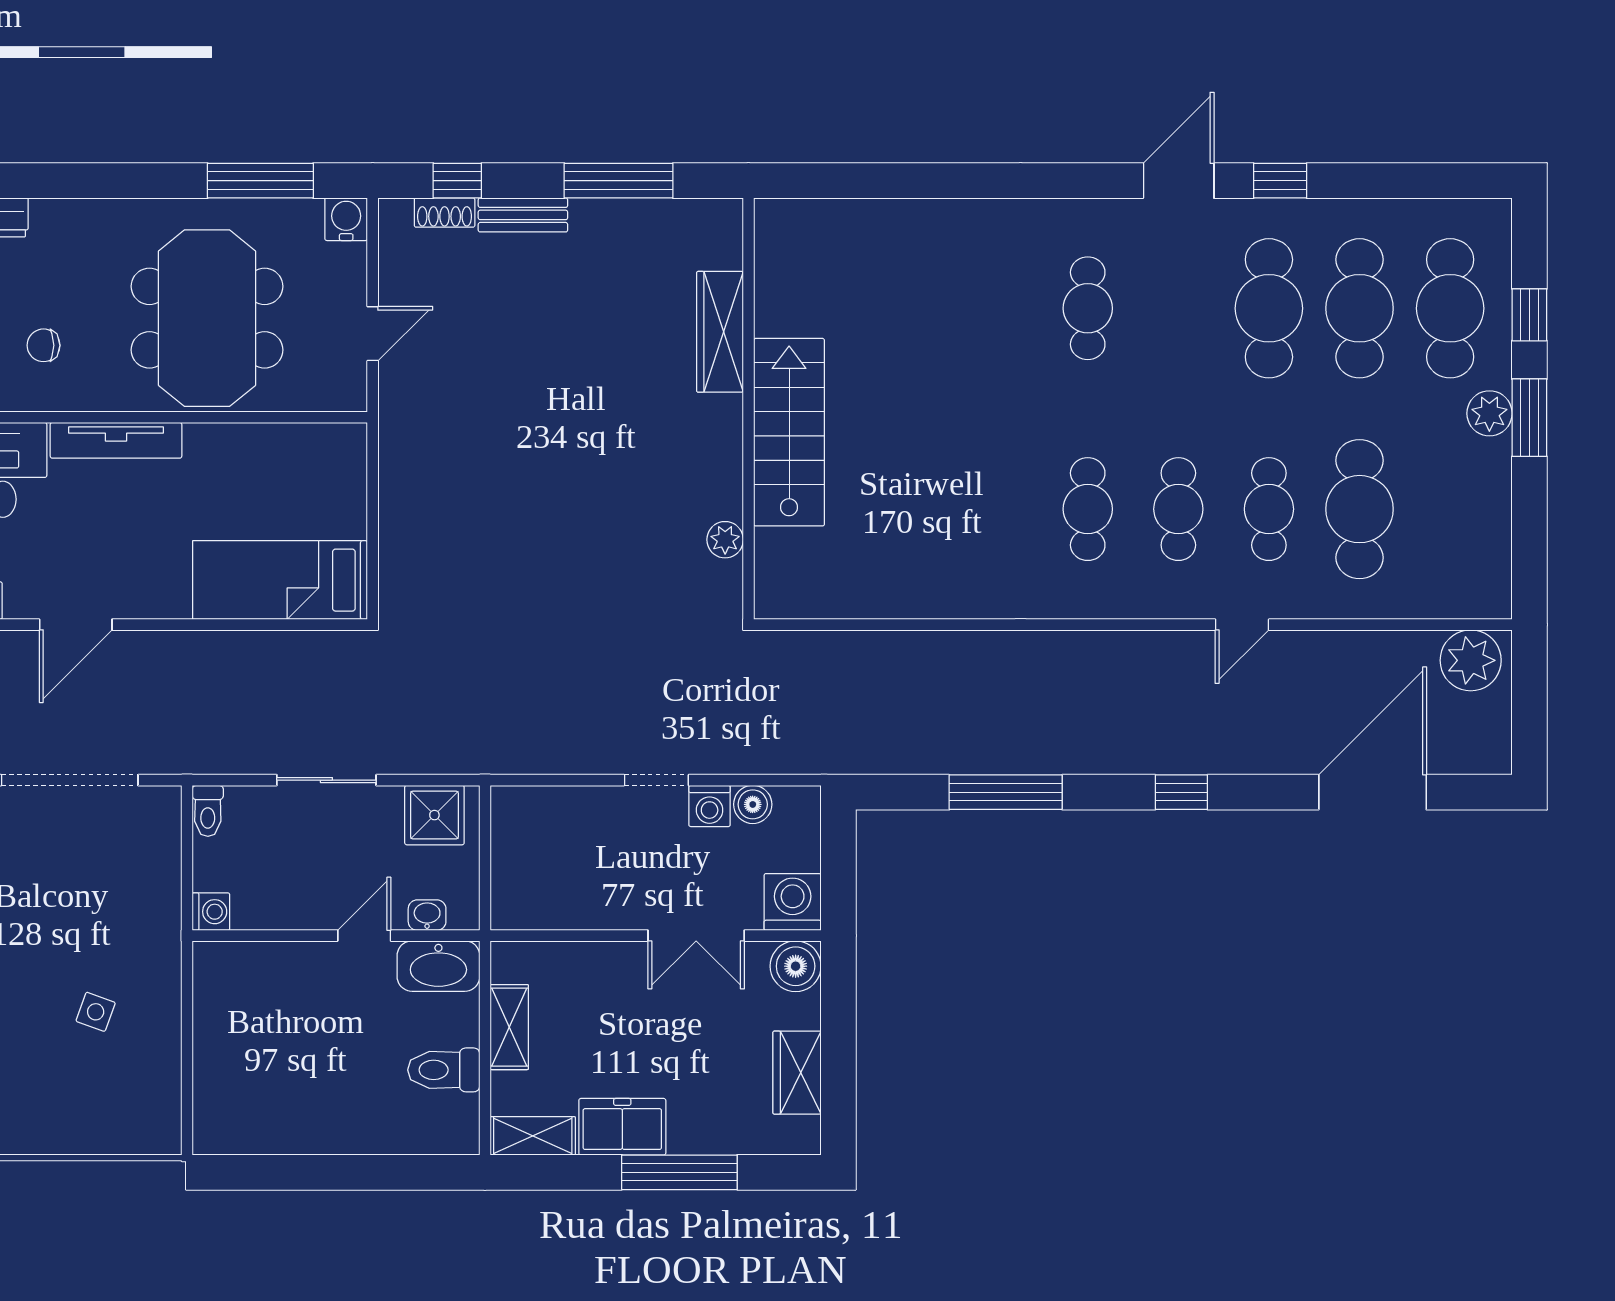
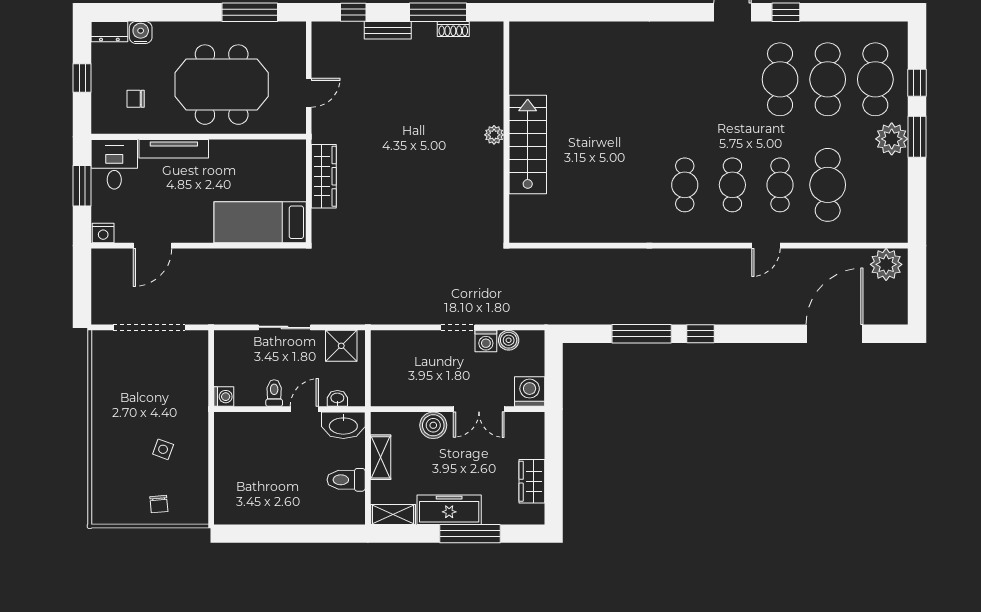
shoe rack: (445, 213) -> (453, 29), moved
water cooler: (346, 219) -> (141, 32), moved
cafe table: (1088, 308) -> (685, 79), removed
meeting table: (207, 318) -> (222, 85), turned 90
wardrobe: (720, 332) -> (324, 176), moved, turned 180
plant: (1489, 413) -> (892, 139), width x1.36, depth x1.36
plant: (725, 540) -> (494, 135), moved
window: (1181, 792) -> (701, 334), moved
toilet: (208, 811) -> (274, 393), moved, turned 180
boiler: (796, 966) -> (433, 425), moved
chair: (88, 1116) -> (159, 504), added
freezer: (622, 1127) -> (449, 510), width x1.40

